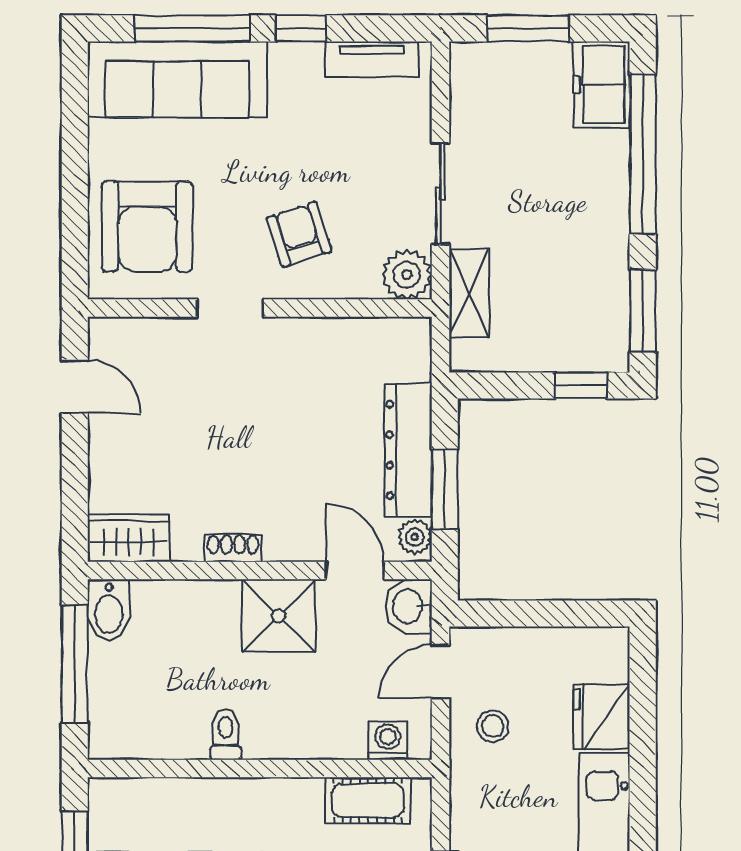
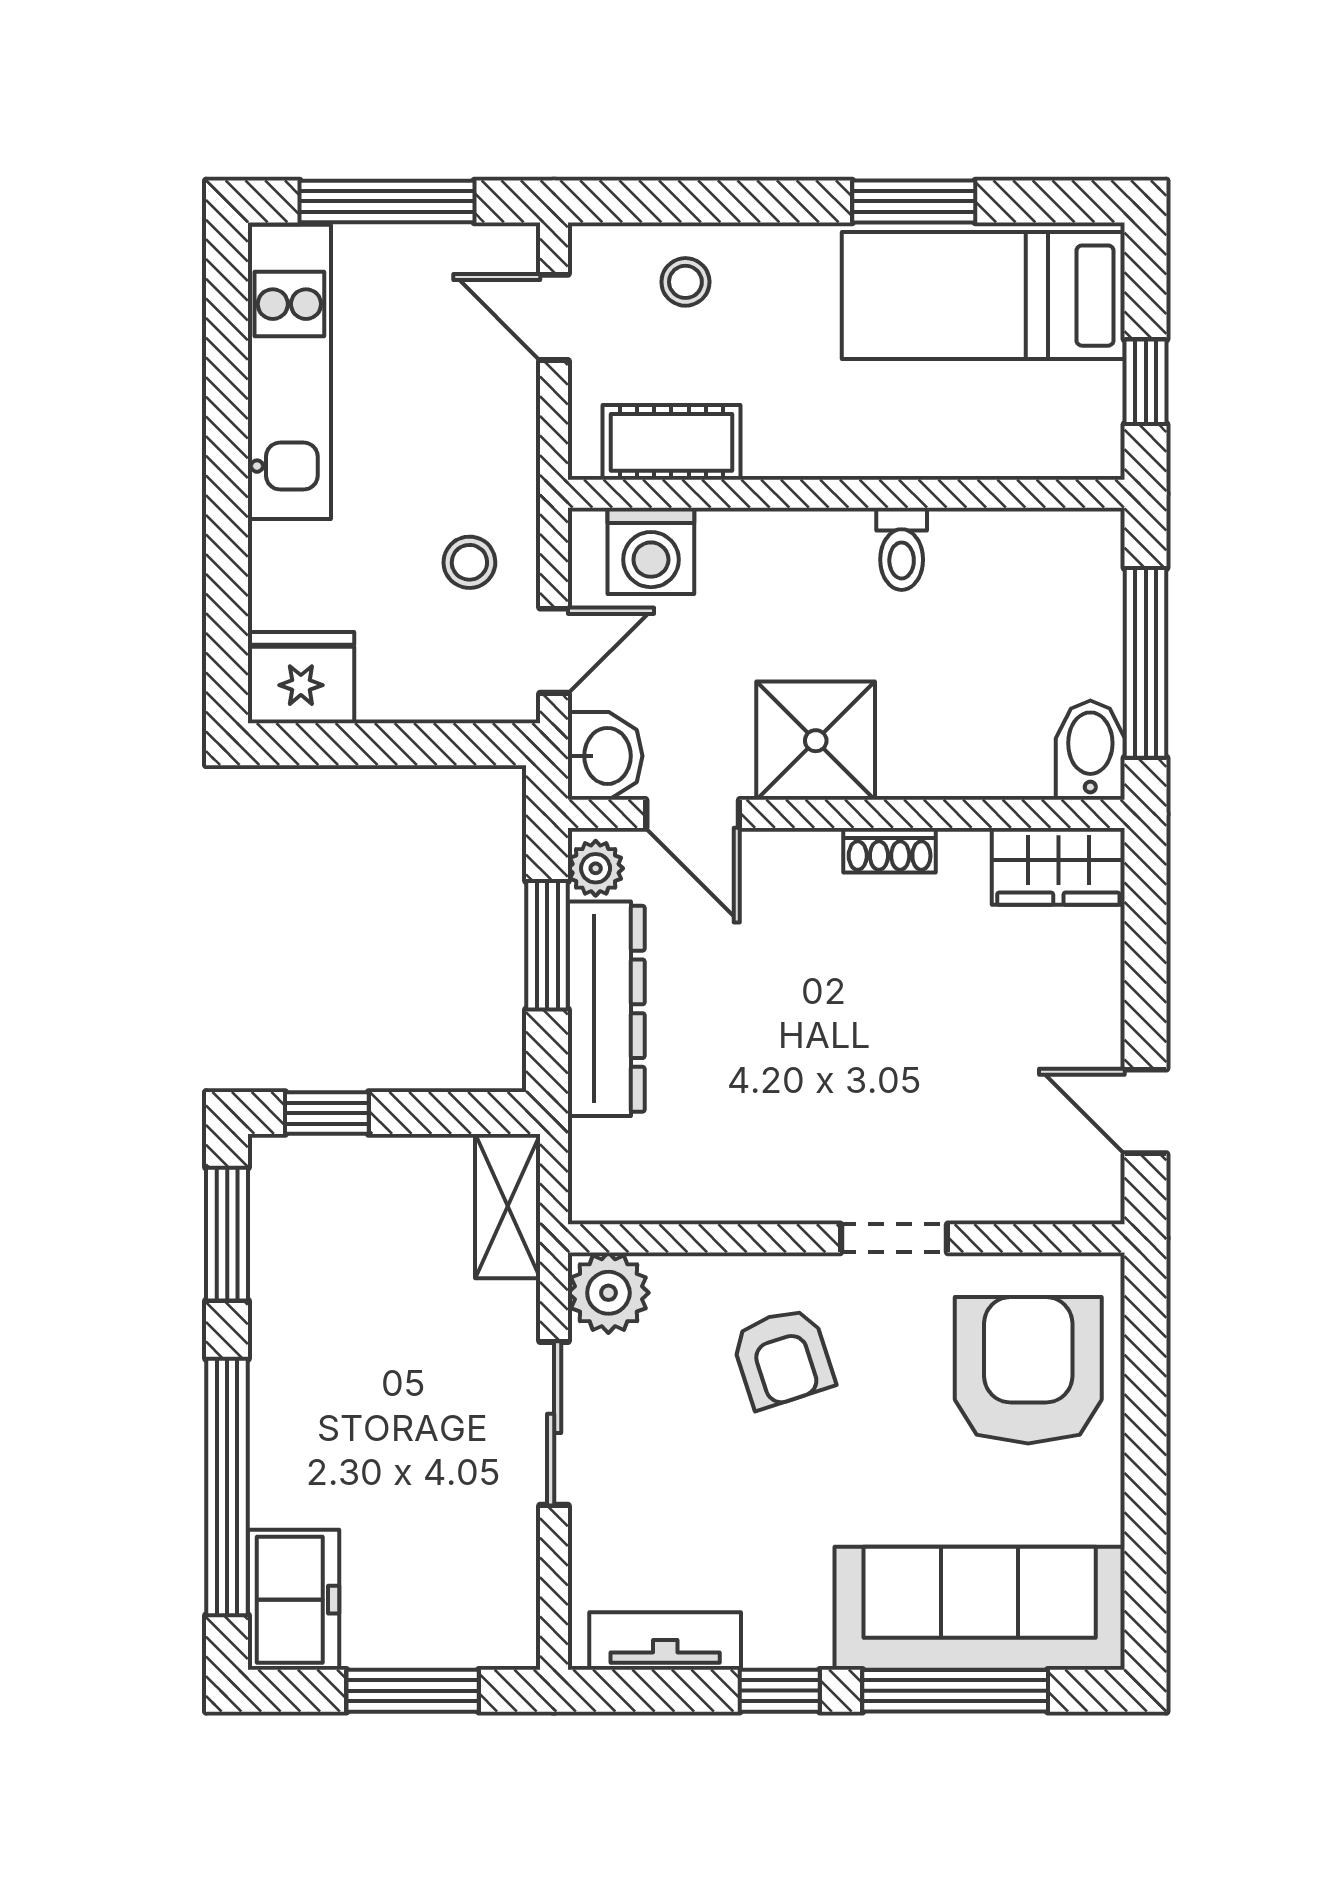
shelving: (469, 293) -> (508, 1206), moved
fridge: (601, 717) -> (301, 678), moved, turned -90
washing machine: (388, 740) -> (651, 551), width x1.38, depth x1.38

